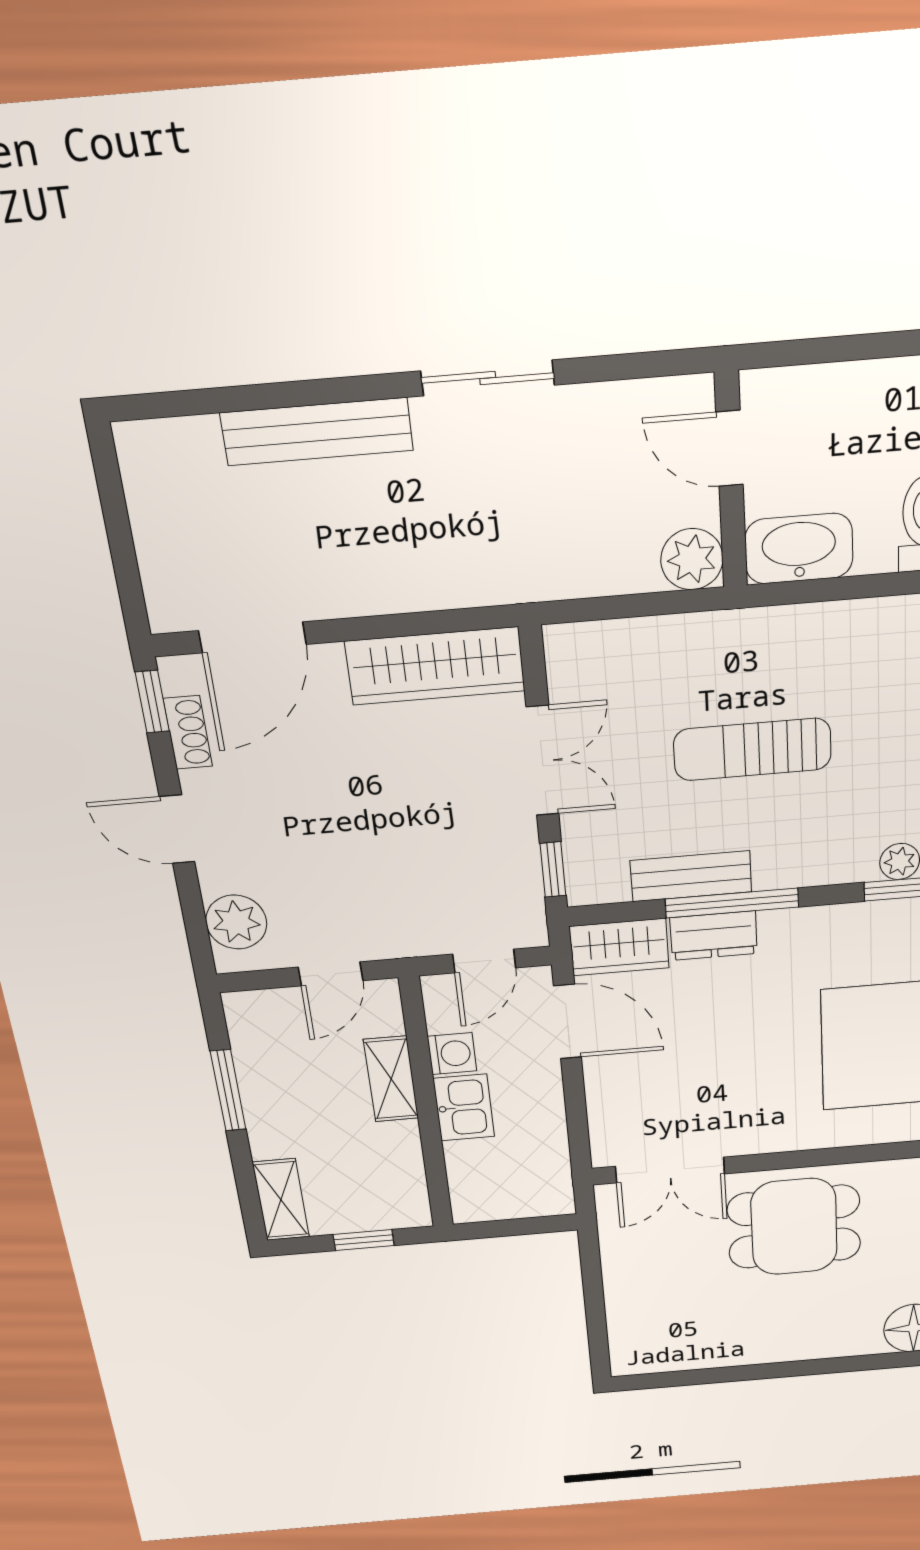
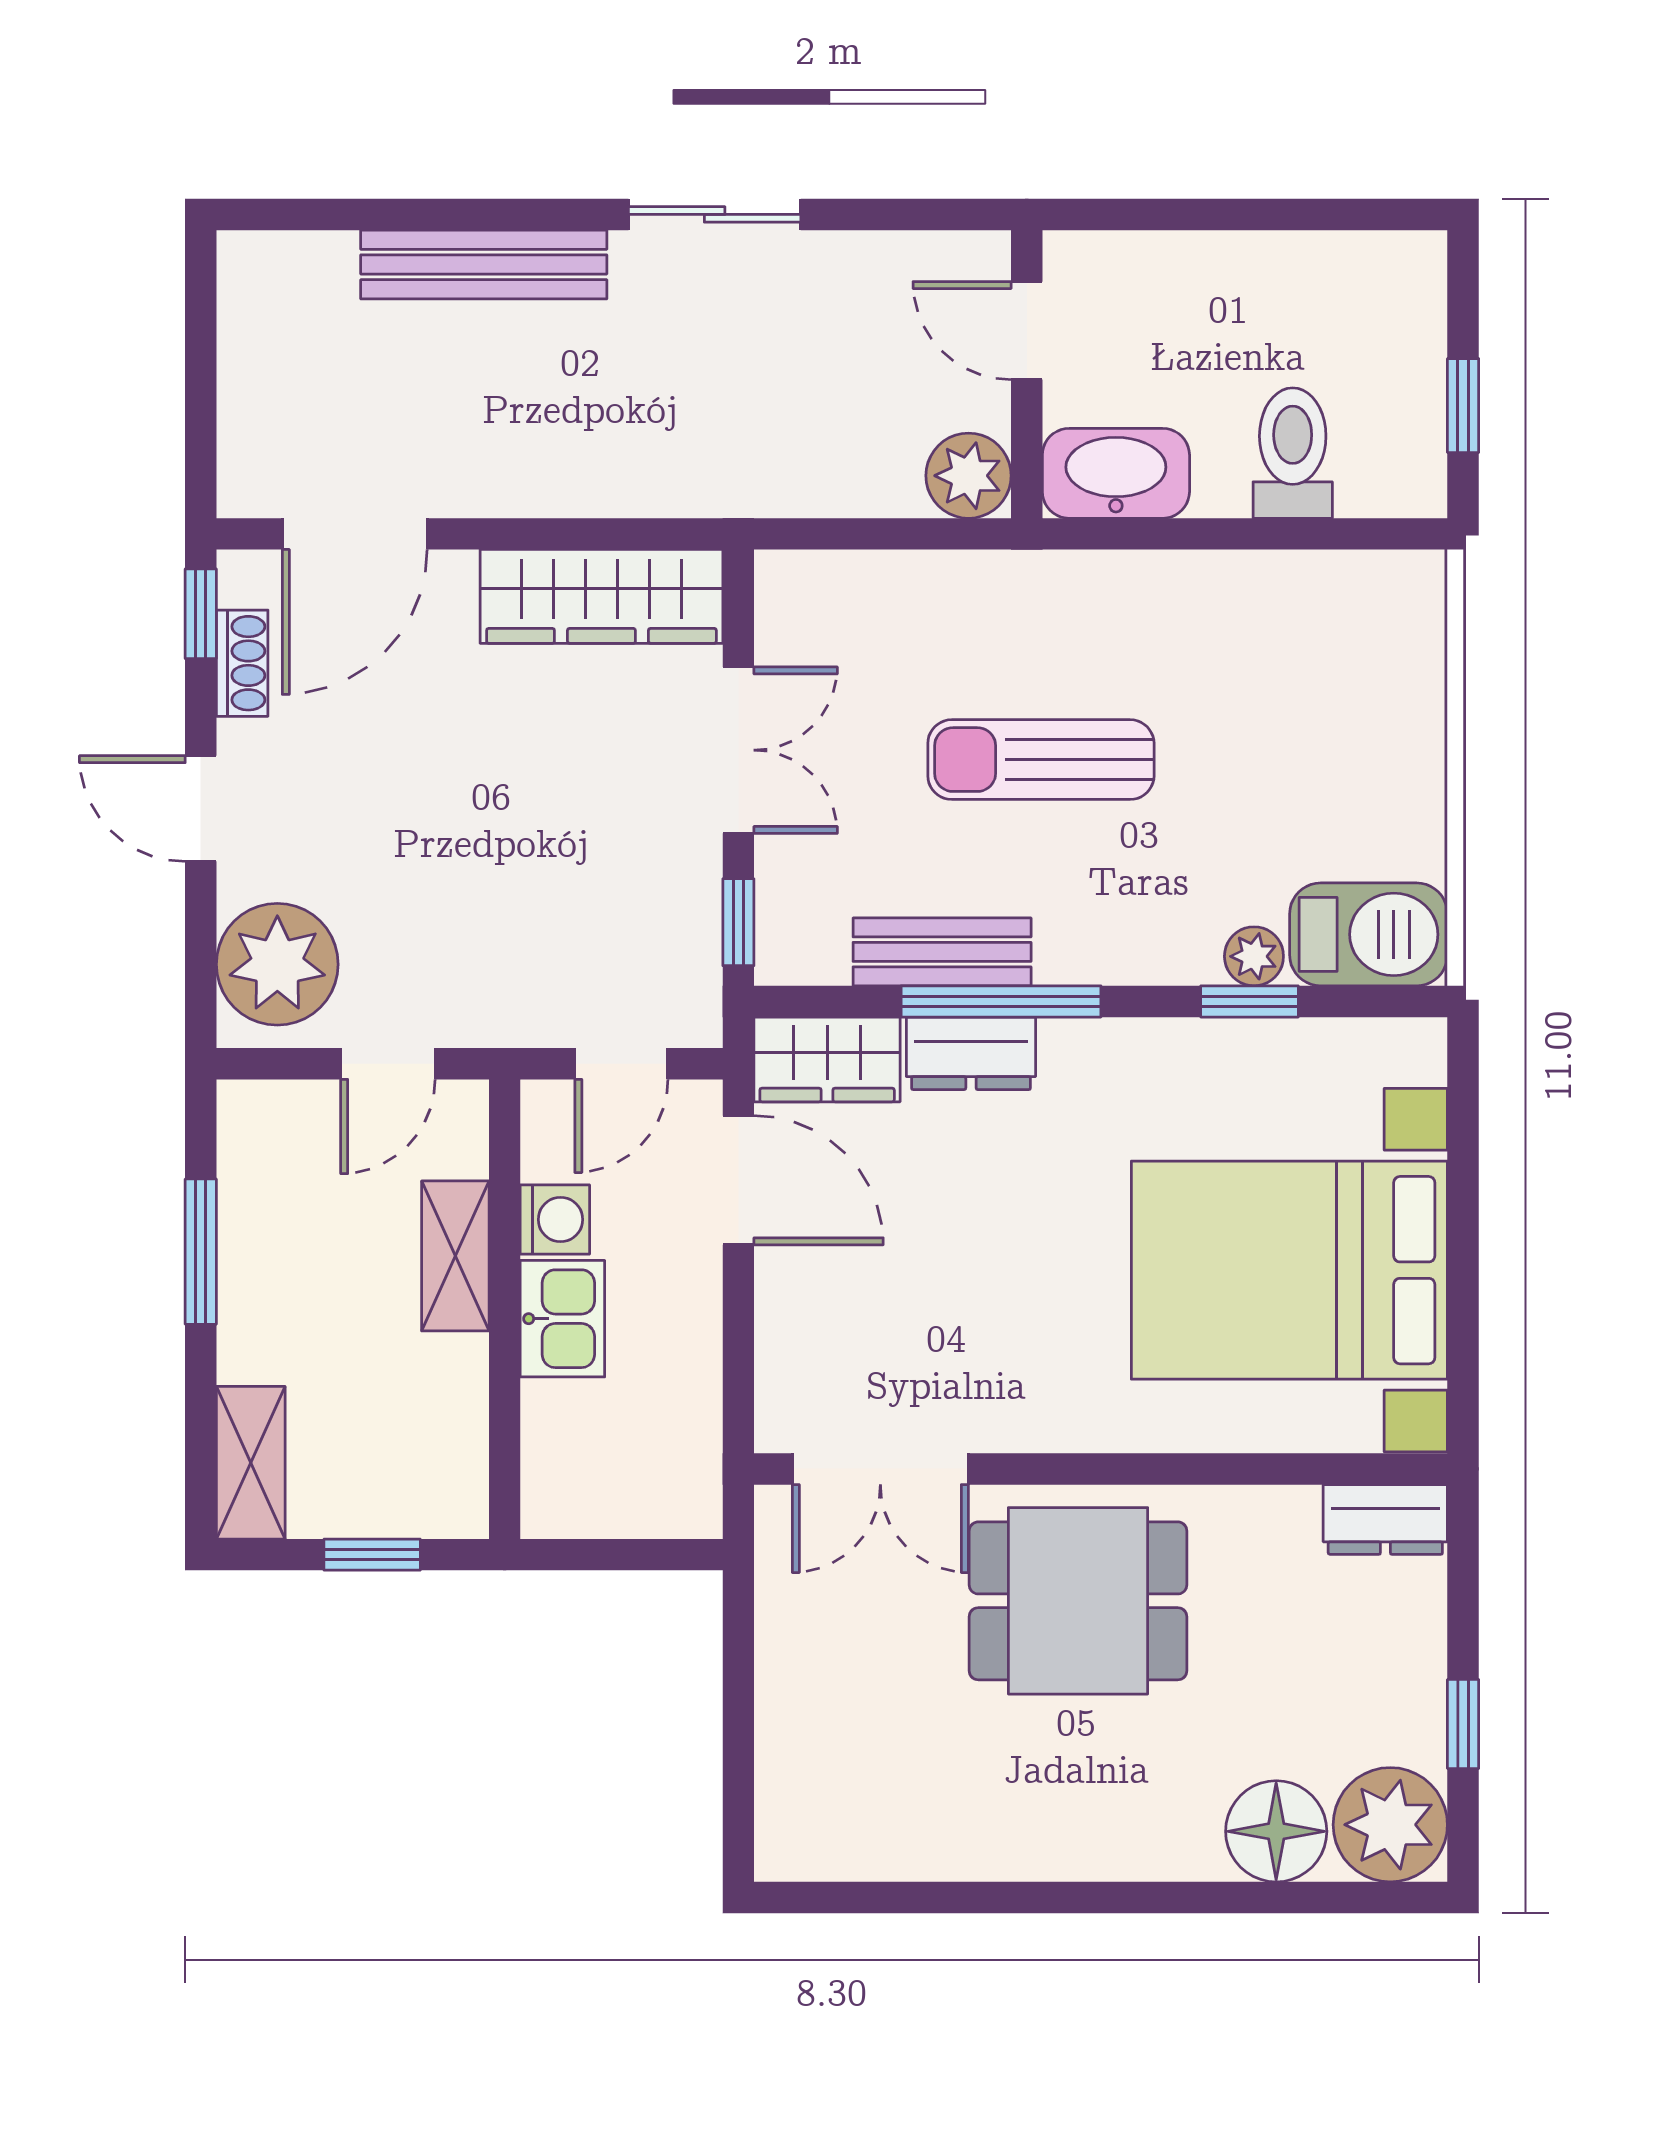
plant: (236, 922) -> (277, 964), width x1.36, depth x1.36

